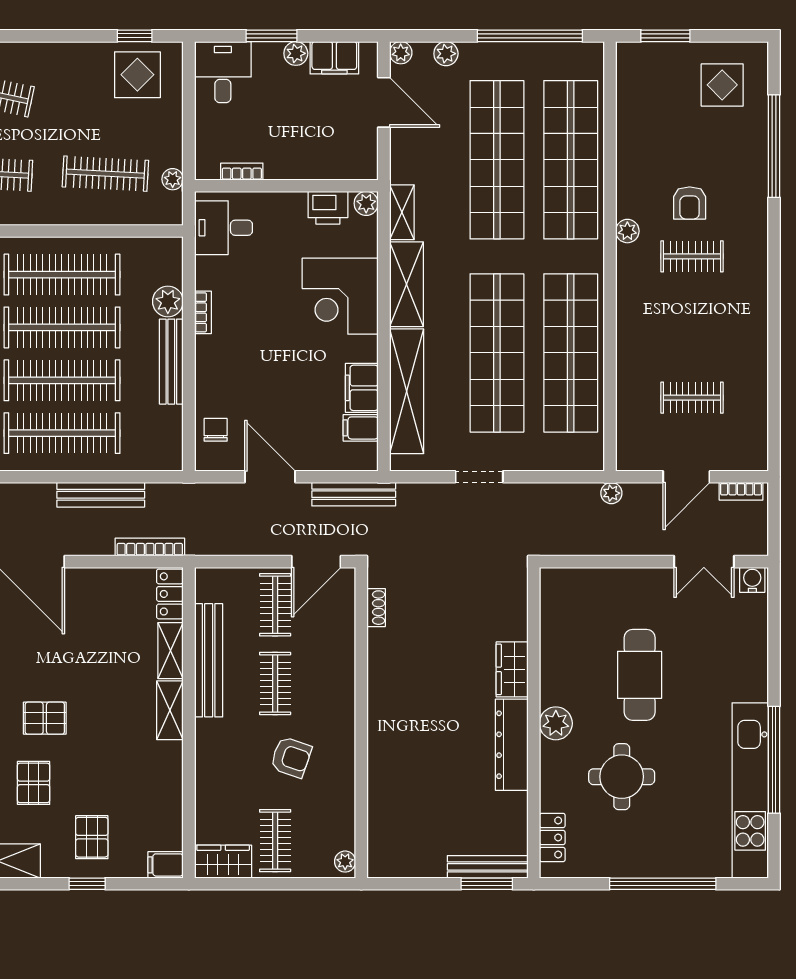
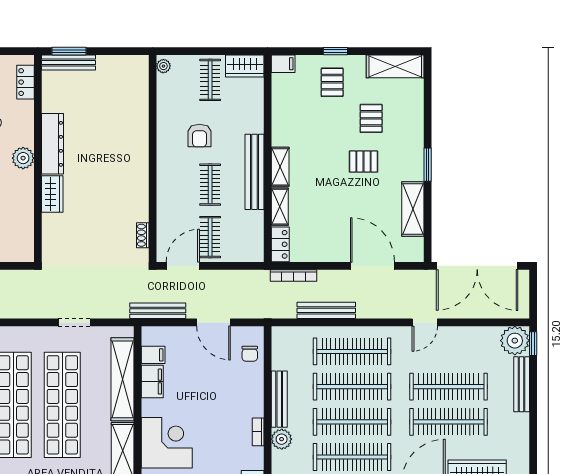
bench: (209, 660) -> (254, 172), moved
armchair: (291, 757) -> (199, 136), turned -109

